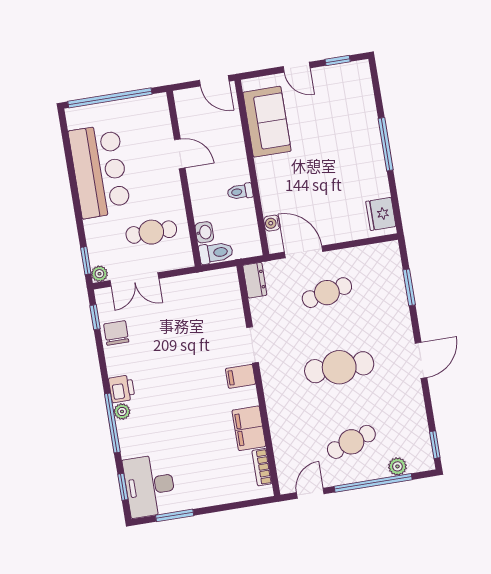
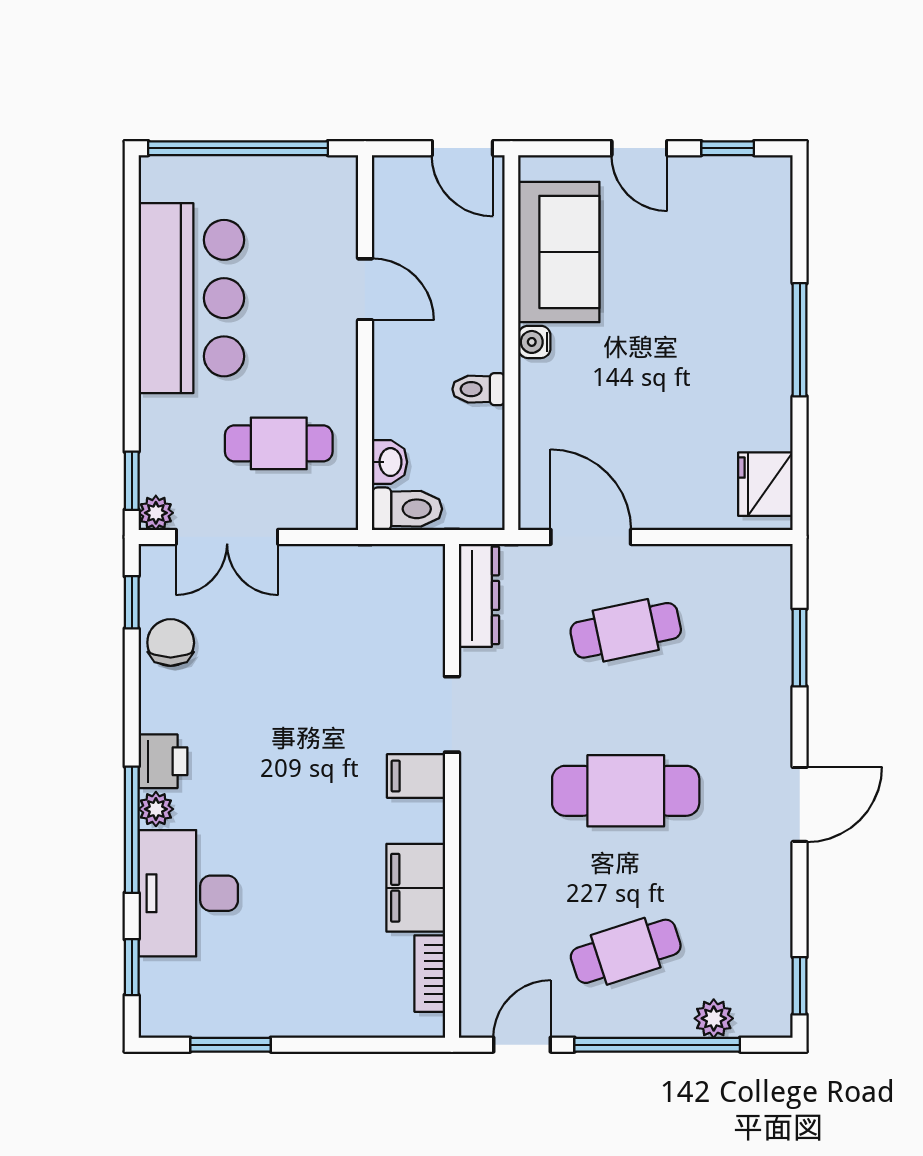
water cooler: (272, 223) -> (534, 342), moved
dresser: (255, 280) -> (479, 595), width x1.44
desk: (150, 486) -> (188, 893), moved

